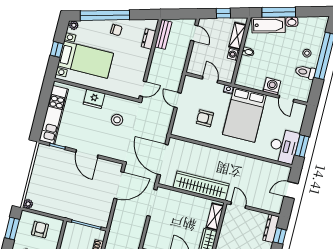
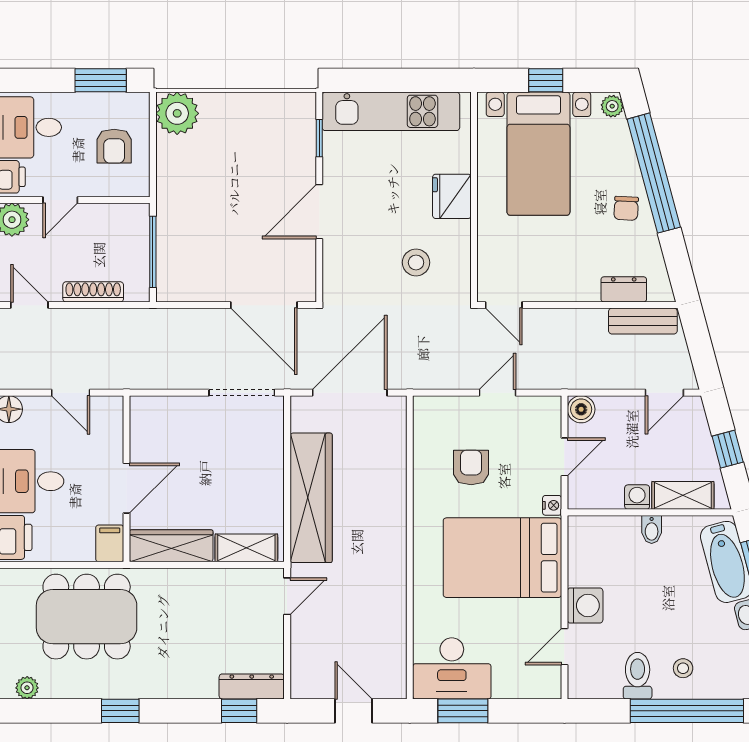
boiler: (193, 68) -> (581, 409), added
plant: (28, 204) -> (177, 113), width x1.87, depth x1.87
armchair: (40, 230) -> (114, 146), turned 90

